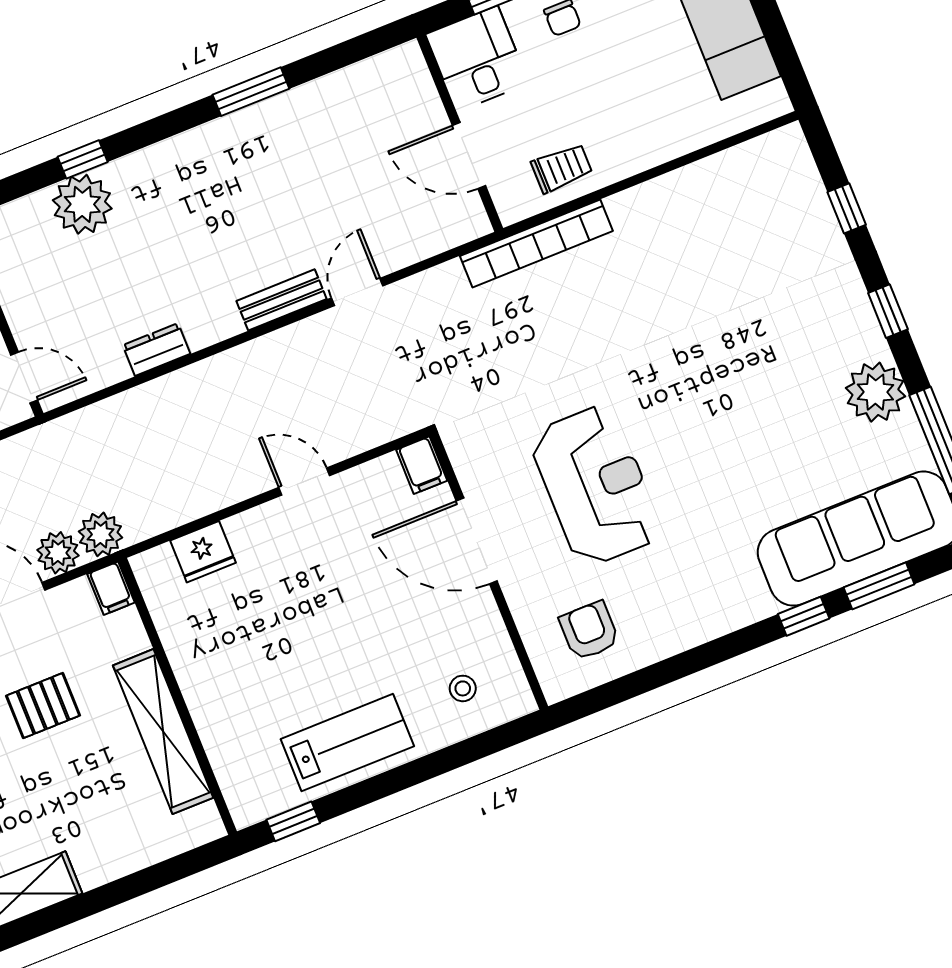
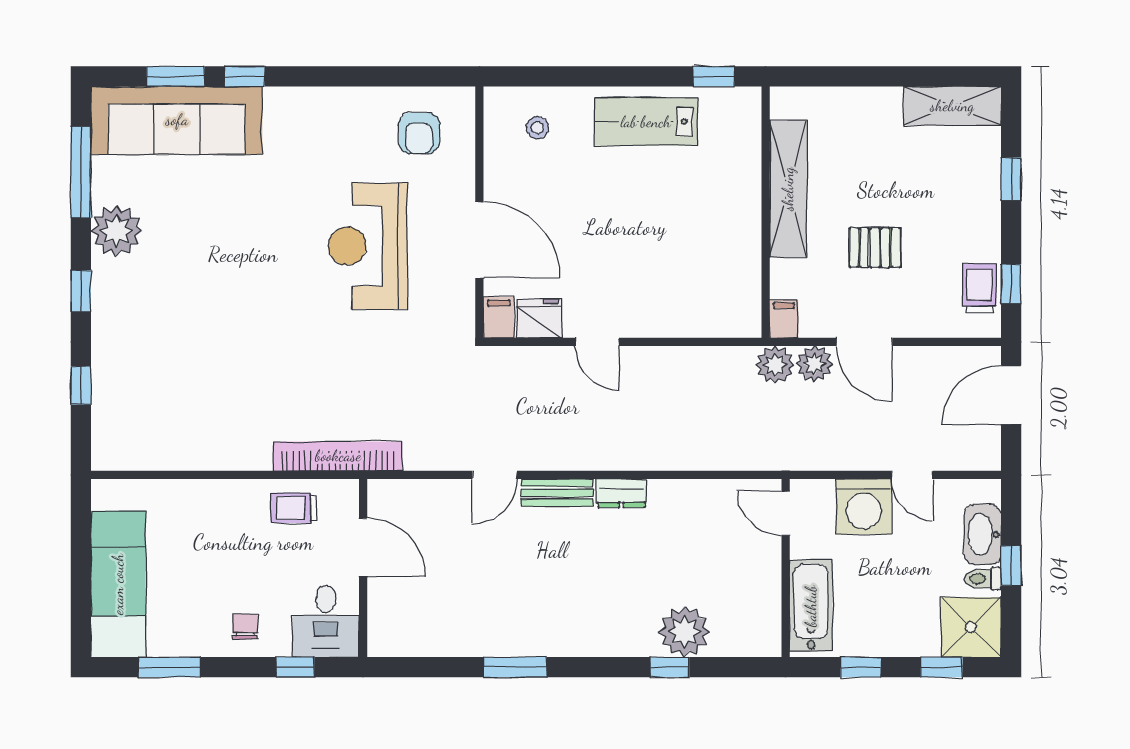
dresser: (157, 350) -> (621, 493), moved
fridge: (203, 552) -> (539, 319), moved

